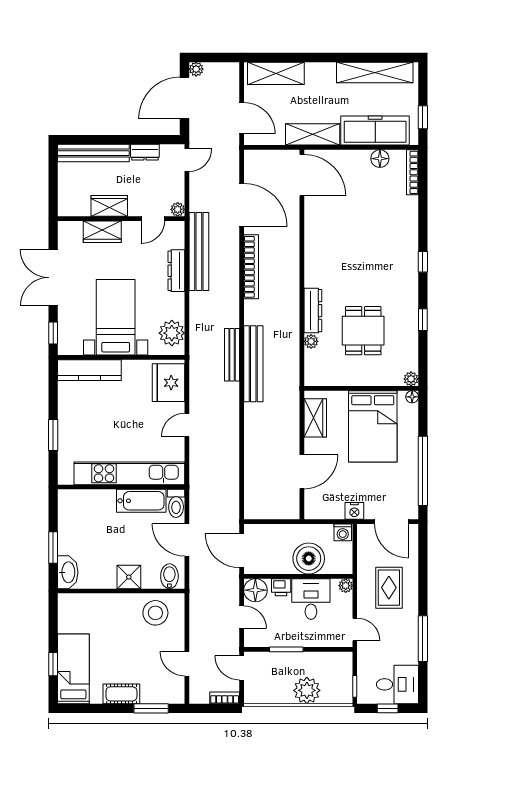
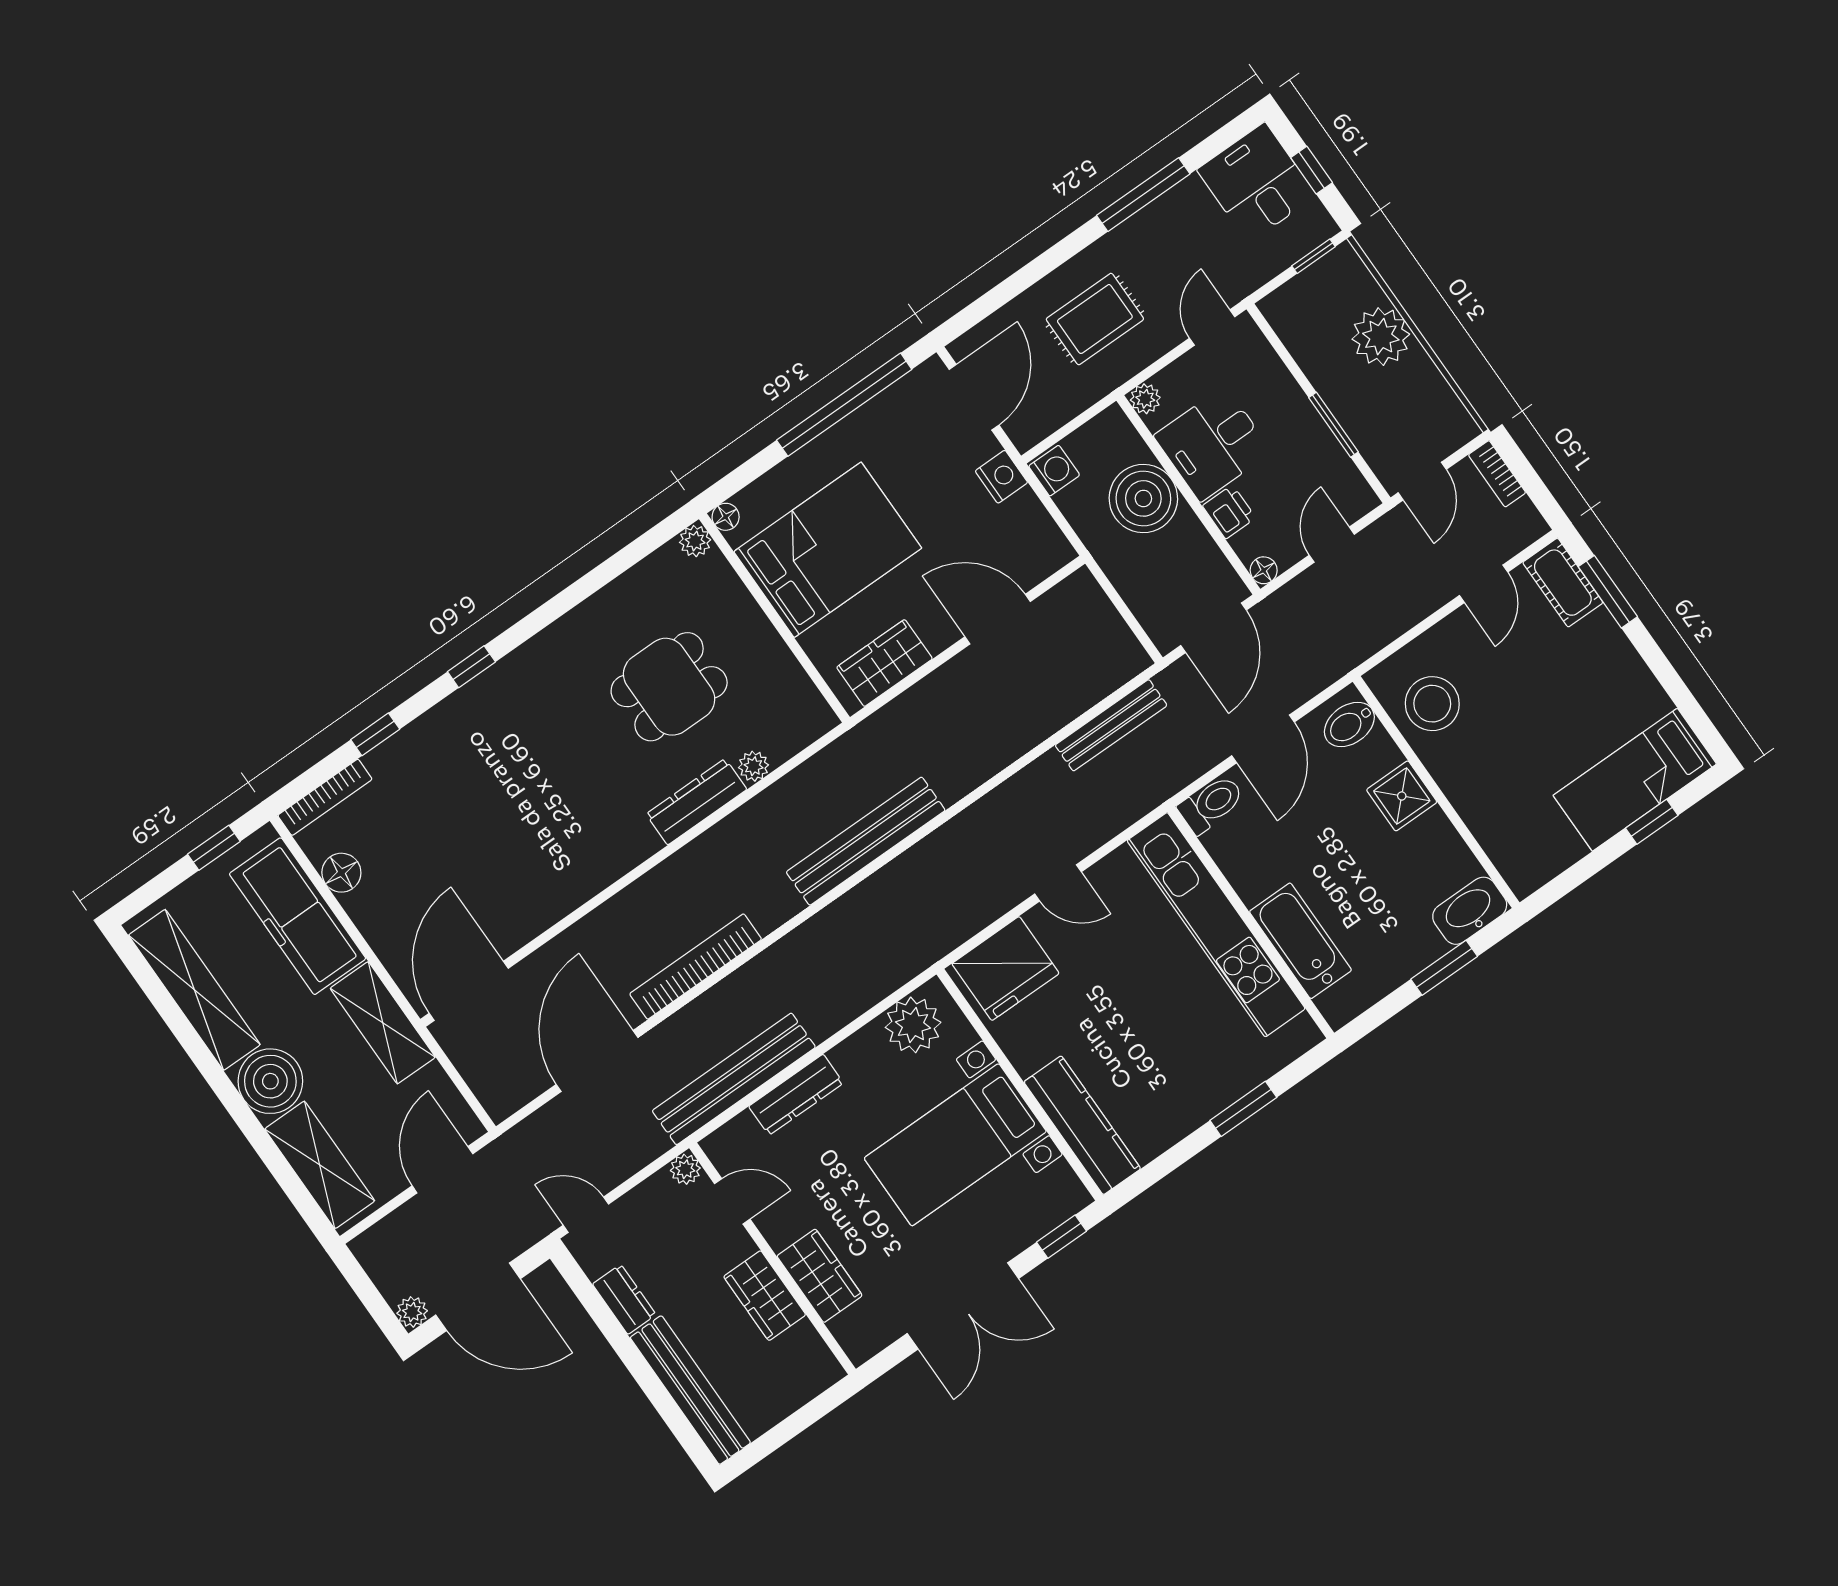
boiler: (320, 77) -> (270, 1081), added
window: (423, 320) -> (375, 734), moved
bench: (232, 355) -> (1111, 725), moved
bathtub: (141, 501) -> (1300, 941), moved
floor lamp: (255, 590) -> (1264, 570), width x0.53, depth x0.53
cot: (121, 694) -> (1563, 583), moved

